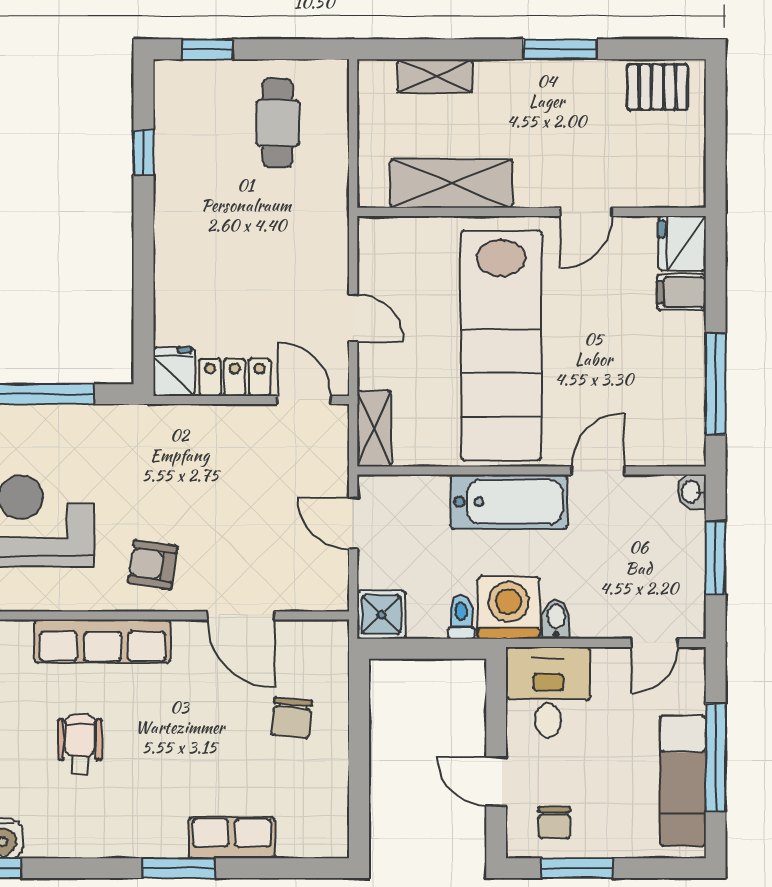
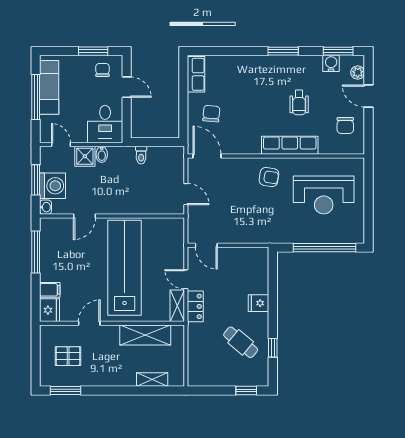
window: (560, 49) -> (65, 391), moved
pallet: (657, 87) -> (68, 356), moved
cafe table: (278, 123) -> (241, 342), moved, turned -50
fridge: (174, 372) -> (259, 303), moved, turned 90
locker: (235, 377) -> (195, 306), moved, turned -90
shelving: (374, 428) -> (177, 306), moved
bathtub: (509, 502) -> (121, 203), removed
washing machine: (509, 608) -> (53, 186), moved, turned -90
door: (241, 615) -> (207, 156), moved
shower: (381, 615) -> (85, 156), moved
door: (655, 643) -> (61, 145), hinge flipped
row of seats: (232, 838) -> (196, 74), moved, turned -90
window: (178, 868) -> (283, 51), moved

